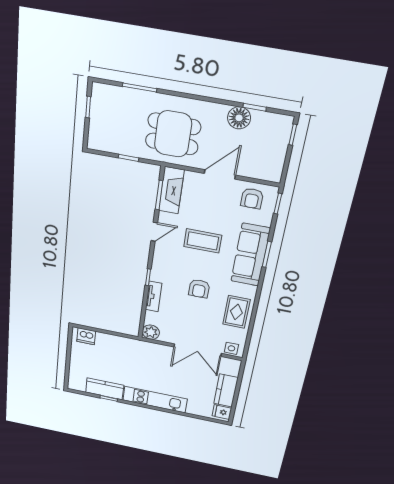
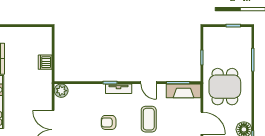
tv unit: (154, 296) -> (119, 89), moved
dishwasher: (86, 336) -> (45, 62), moved

